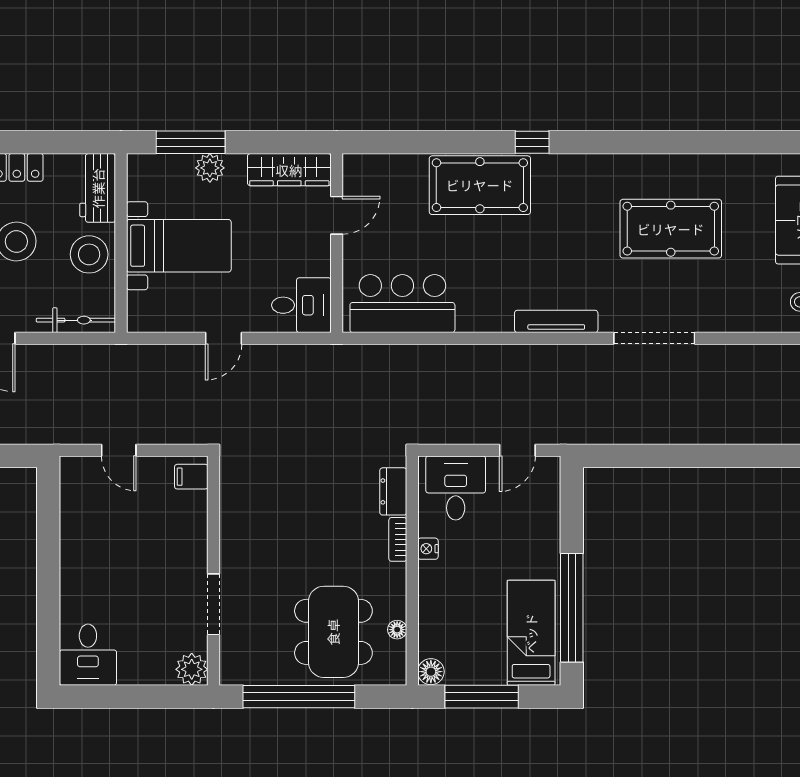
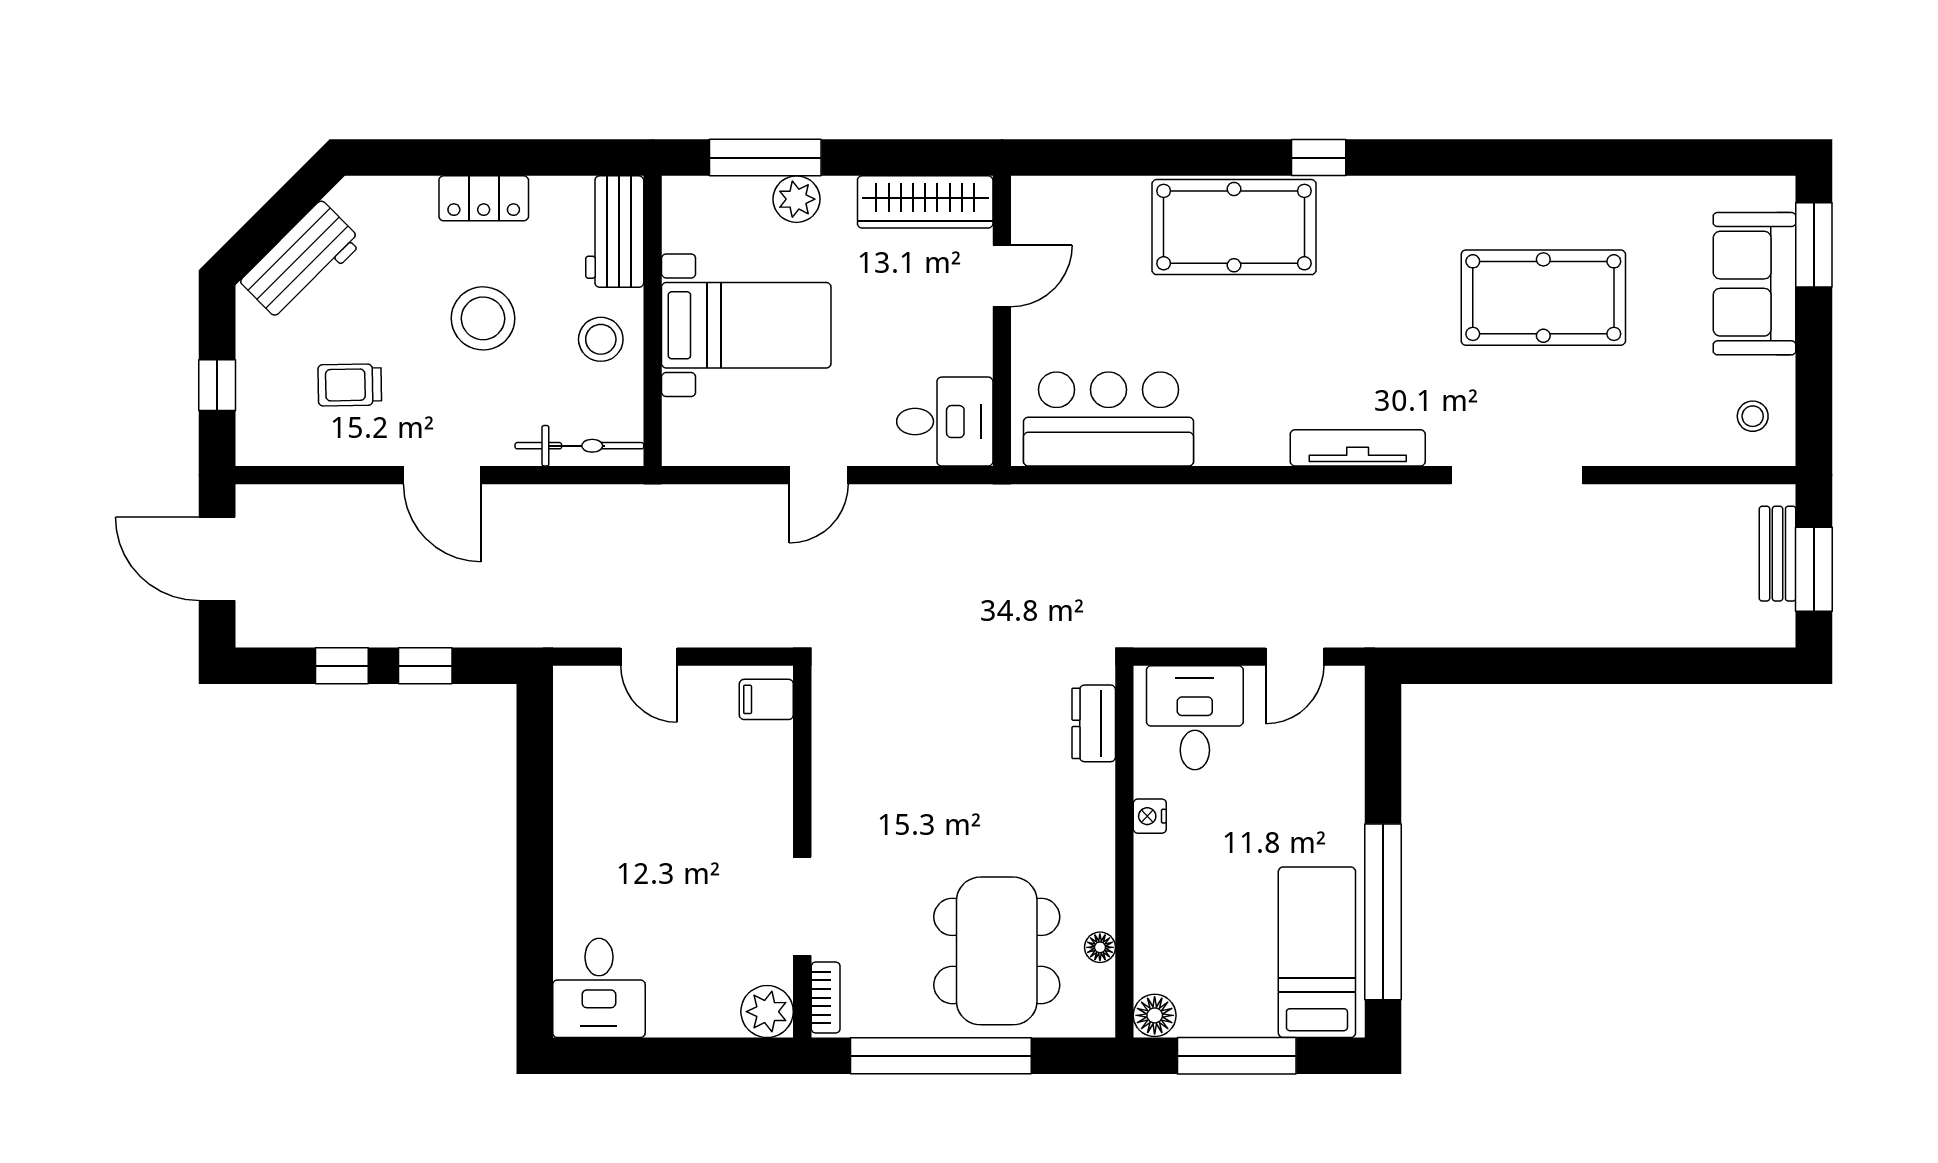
stool: (89, 254) -> (601, 339), width x0.73, depth x0.73
bookcase: (398, 539) -> (826, 998), moved, turned 180

